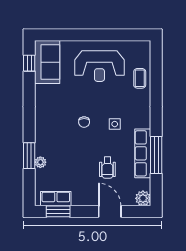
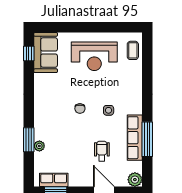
coffee table: (140, 78) -> (133, 50), moved
wheelchair: (107, 168) -> (102, 151), turned 180

